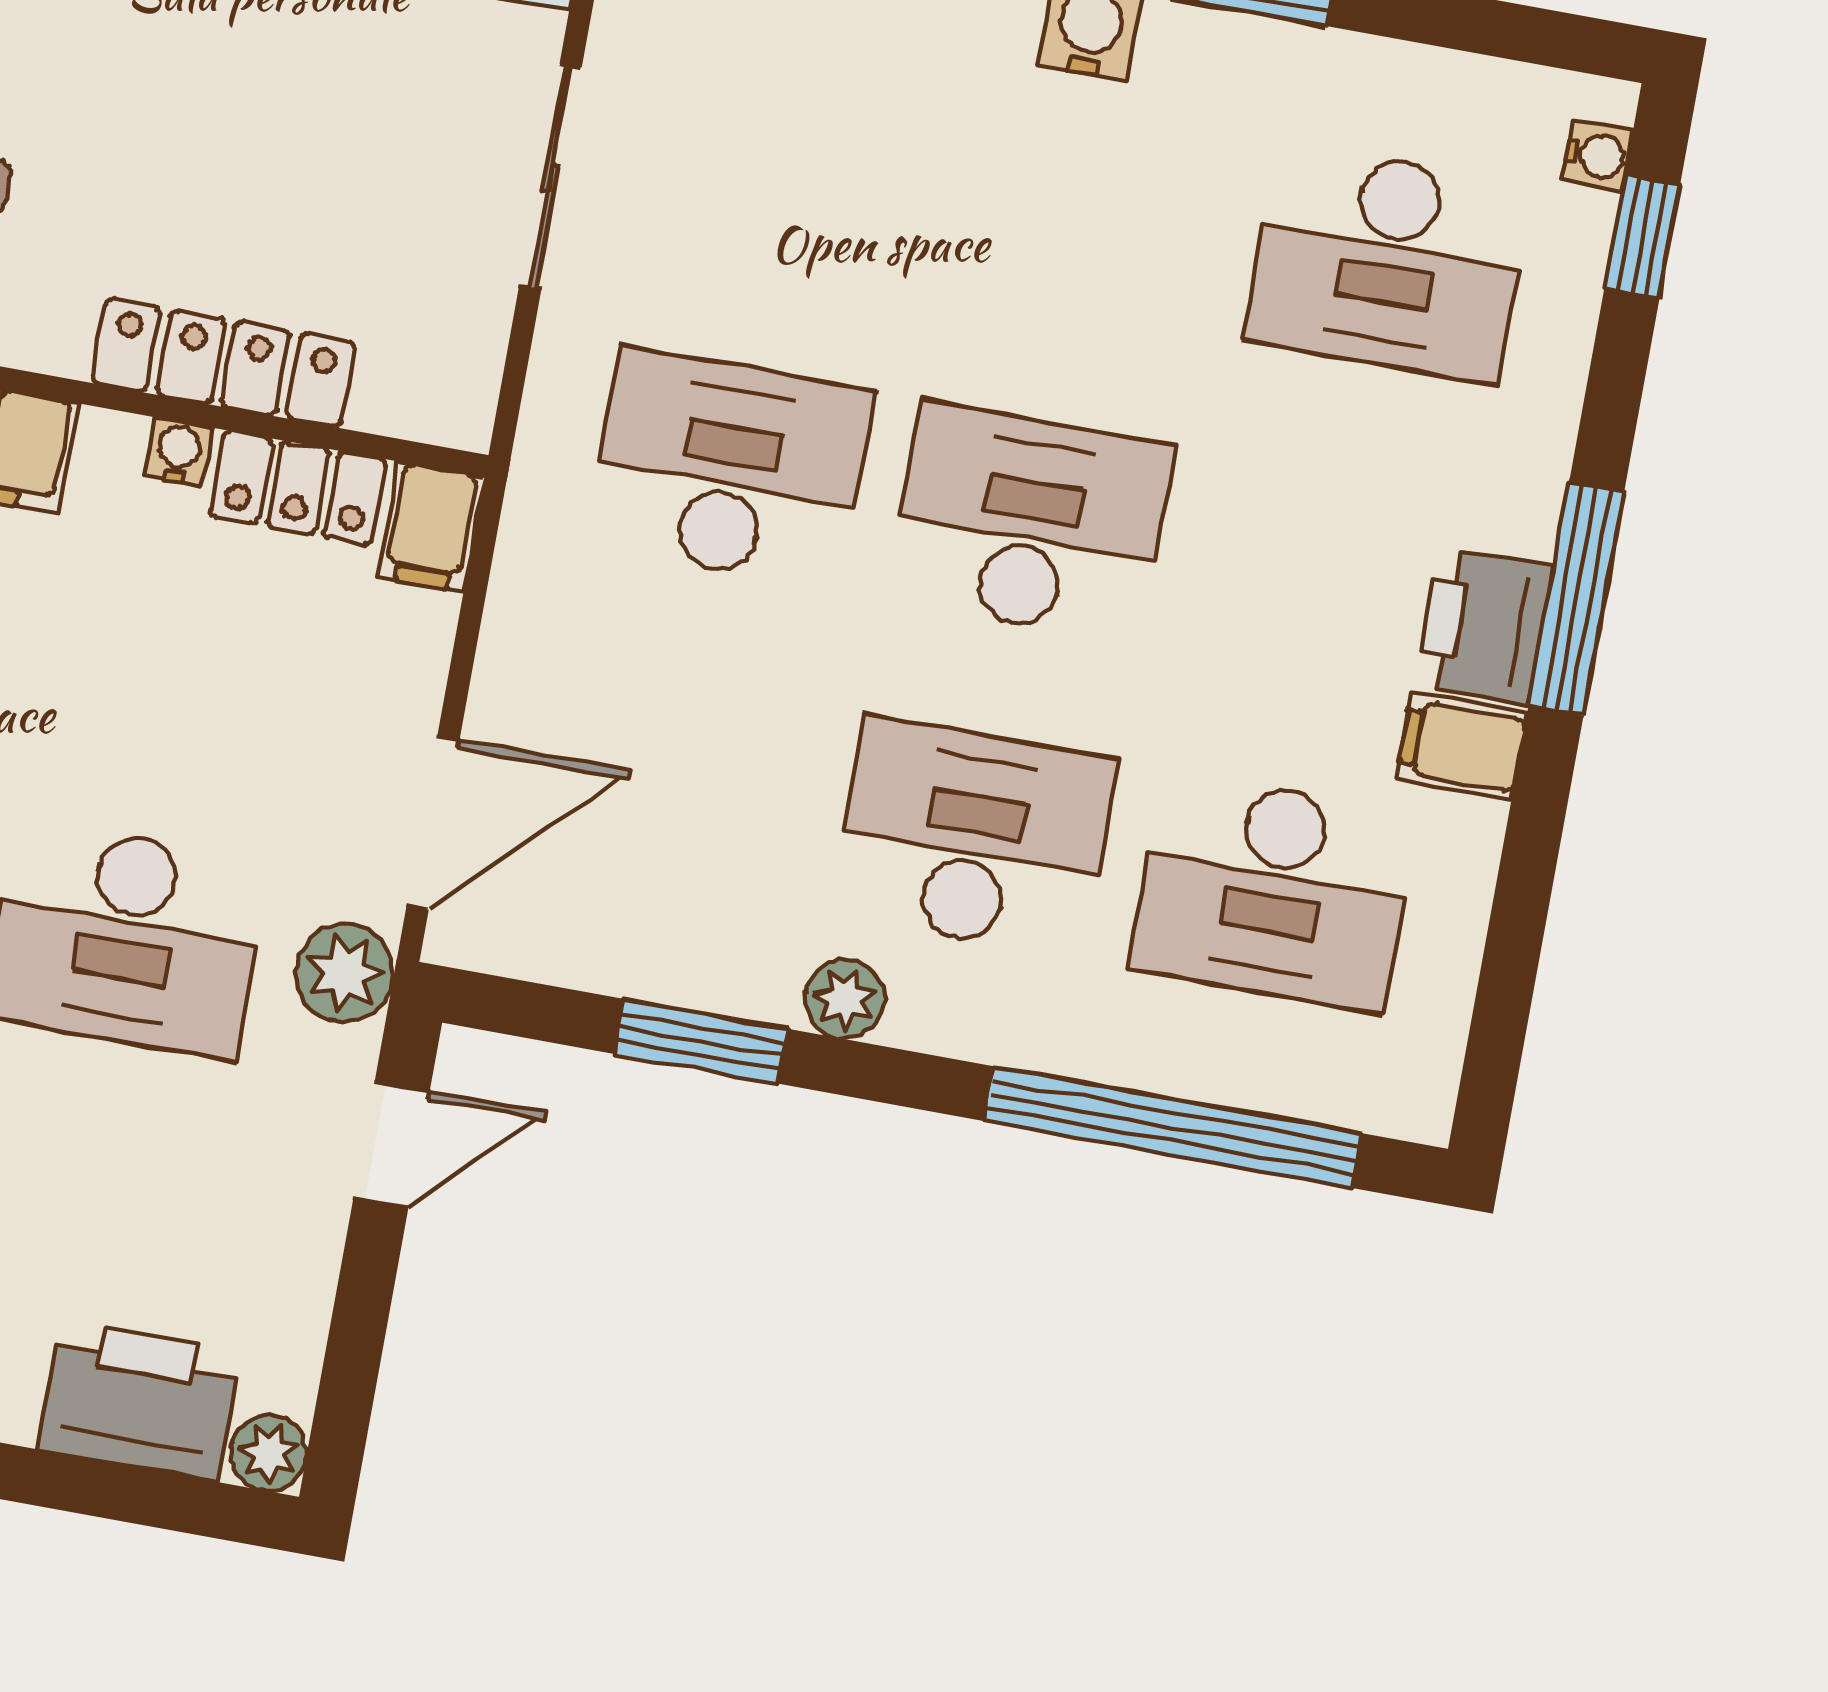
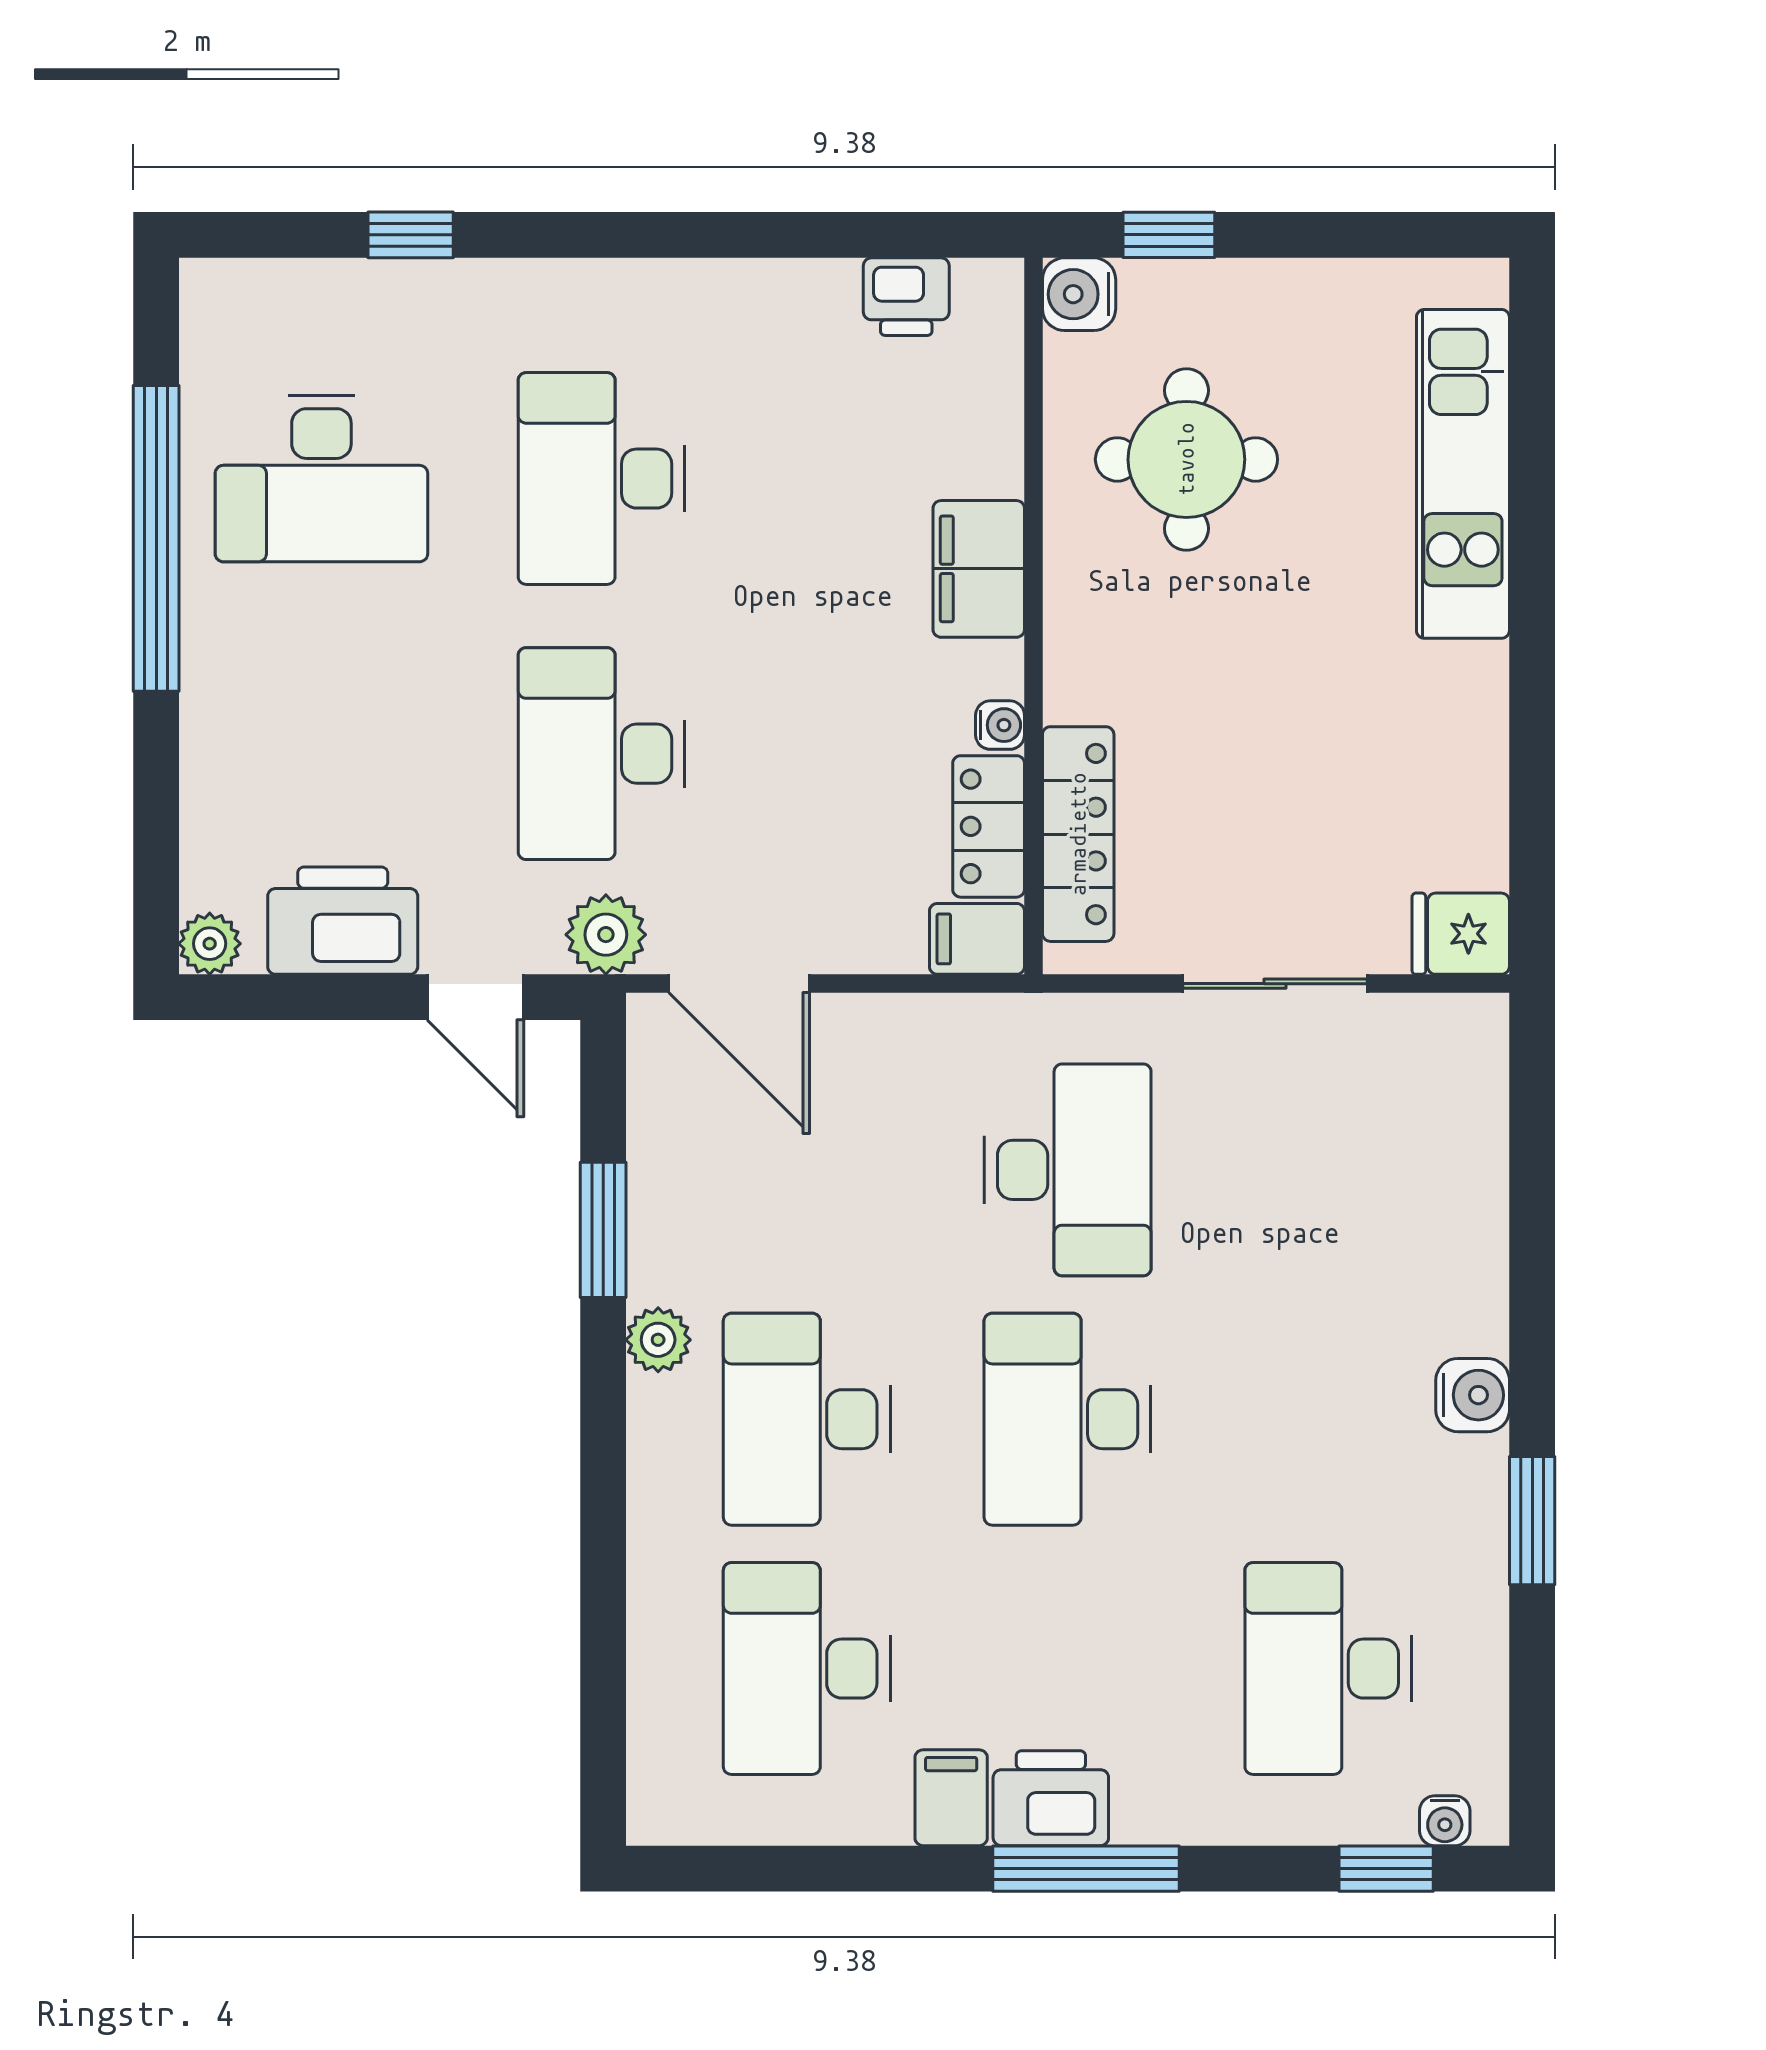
locker: (223, 363) -> (1078, 834), moved
desk: (1030, 523) -> (1068, 1419), turned 180
desk: (973, 837) -> (807, 1419), turned 180
window: (1173, 1127) -> (603, 1622), removed
printer: (139, 1401) -> (343, 921), moved, turned -90

